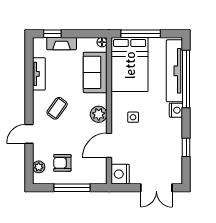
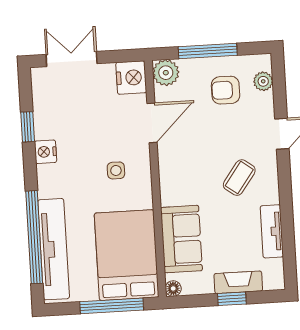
window: (52, 34) -> (232, 299), moved
nightstand: (176, 110) -> (45, 152), moved
plant: (99, 114) -> (166, 73), moved
armchair: (62, 163) -> (226, 90), turned 180

